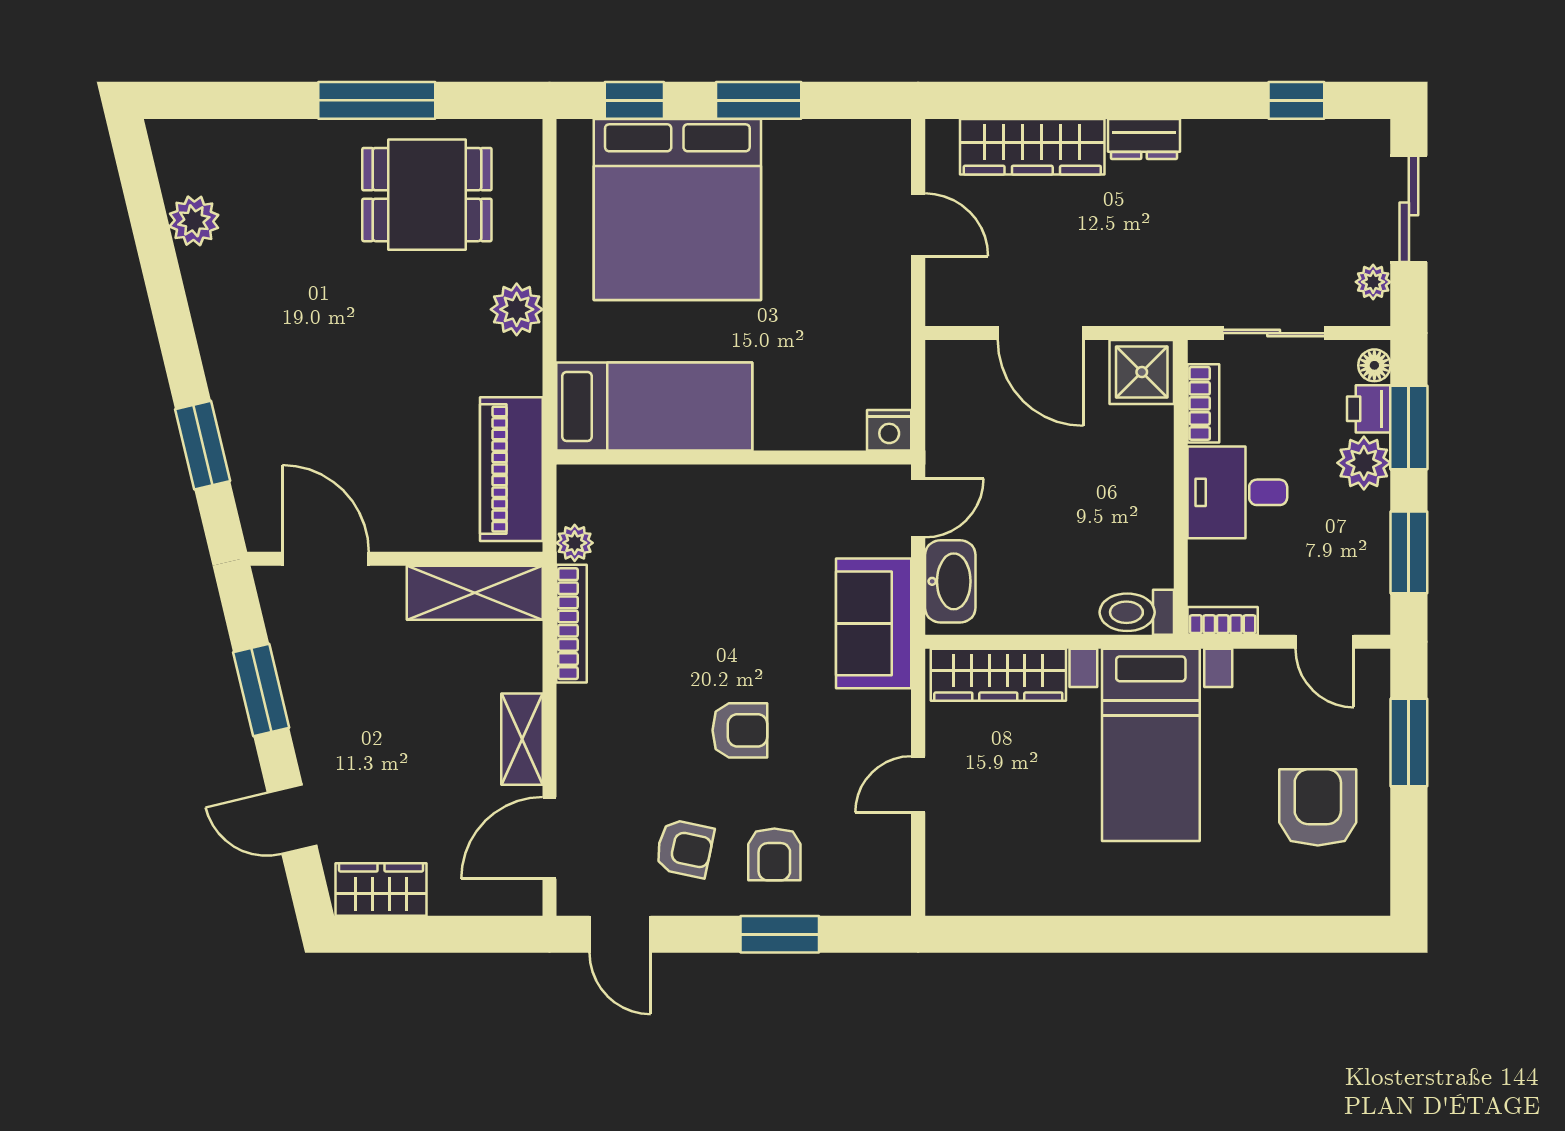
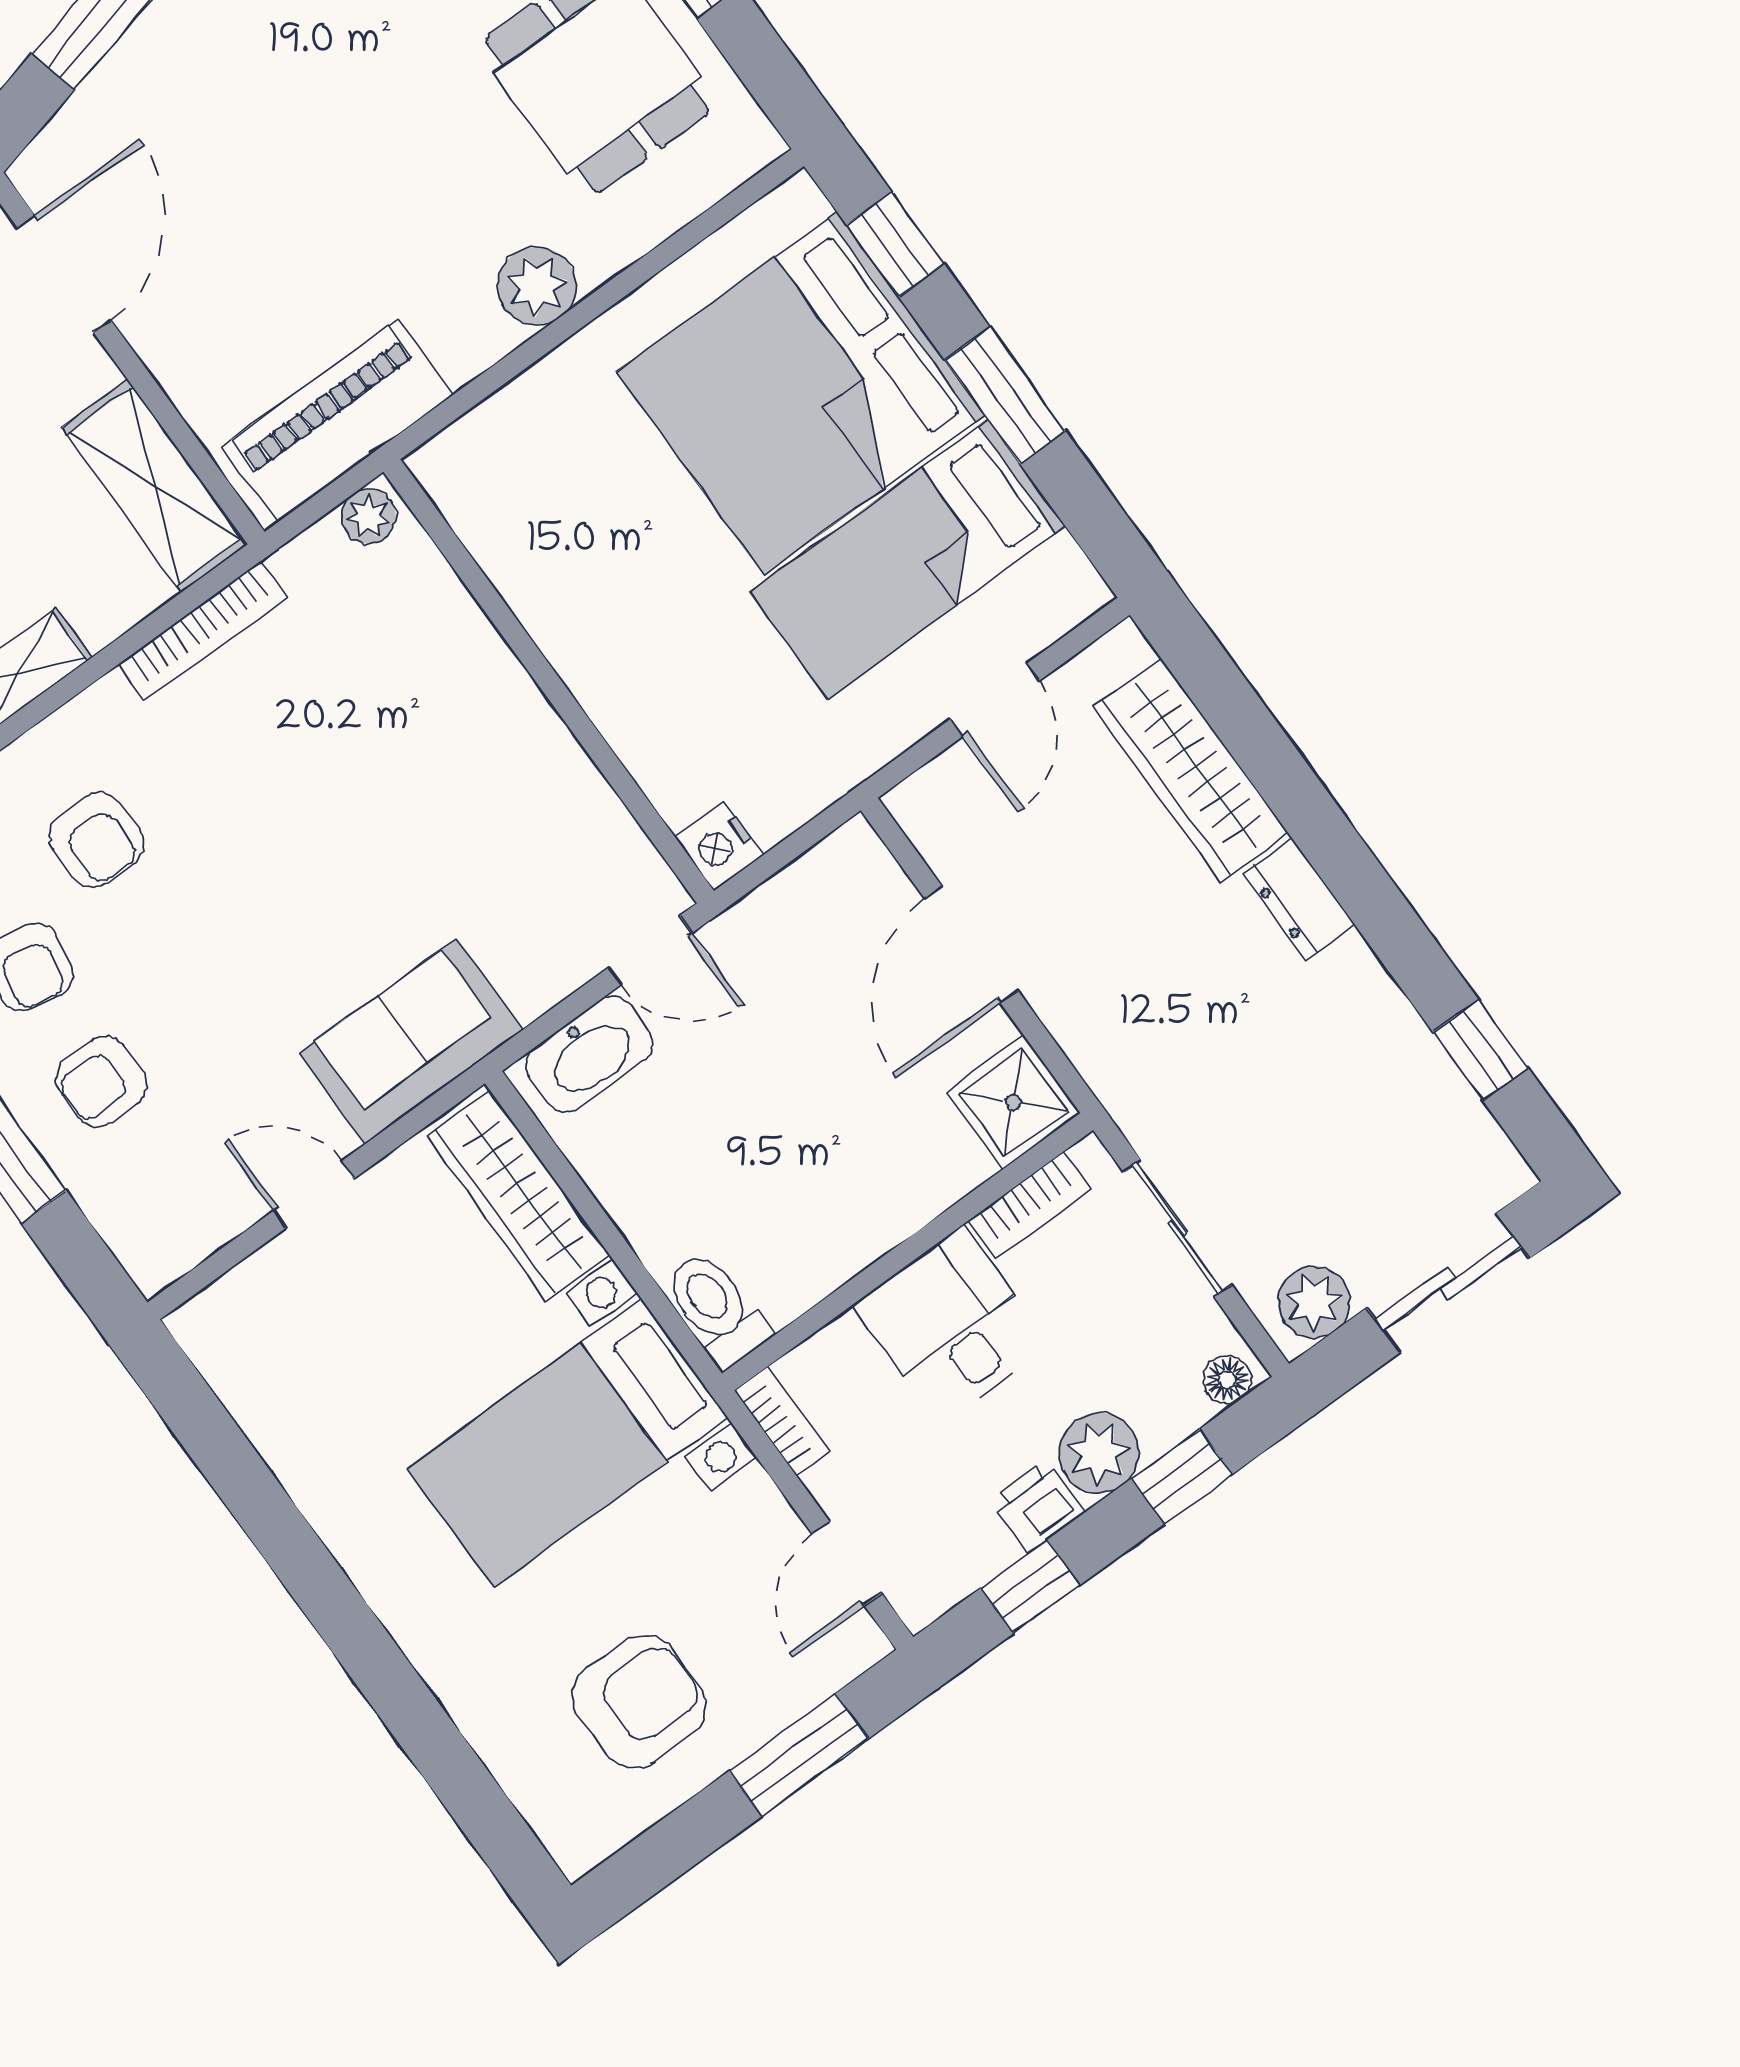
plant: (1373, 282) -> (1314, 1302), width x1.38, depth x1.38
bed: (654, 406) -> (908, 559), moved, turned 90
printer: (1369, 409) -> (1038, 1507), moved
window: (1409, 428) -> (1182, 1476), width x0.67
plant: (575, 543) -> (368, 516), moved
window: (1409, 552) -> (1030, 1587), width x0.67
sofa: (874, 623) -> (411, 1041), moved
armchair: (740, 730) -> (96, 840), moved

